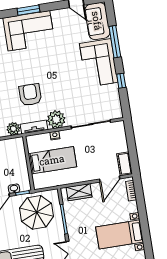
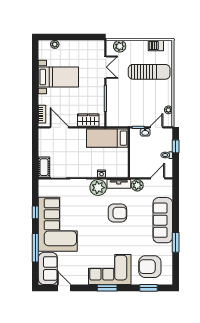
corner sofa: (99, 63) -> (58, 224), width x1.36, depth x1.36
armchair: (30, 95) -> (117, 213), turned -90
bed: (52, 160) -> (107, 138), moved
cot: (125, 164) -> (44, 167), moved
door: (110, 179) -> (59, 127), hinge flipped
parasol: (37, 212) -> (129, 108), removed

